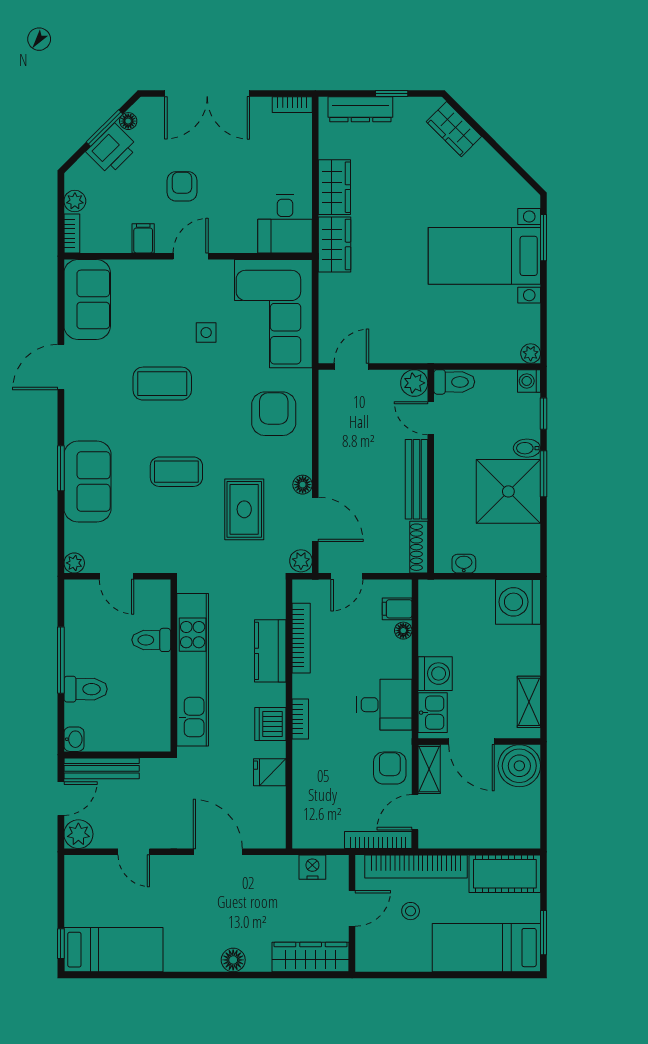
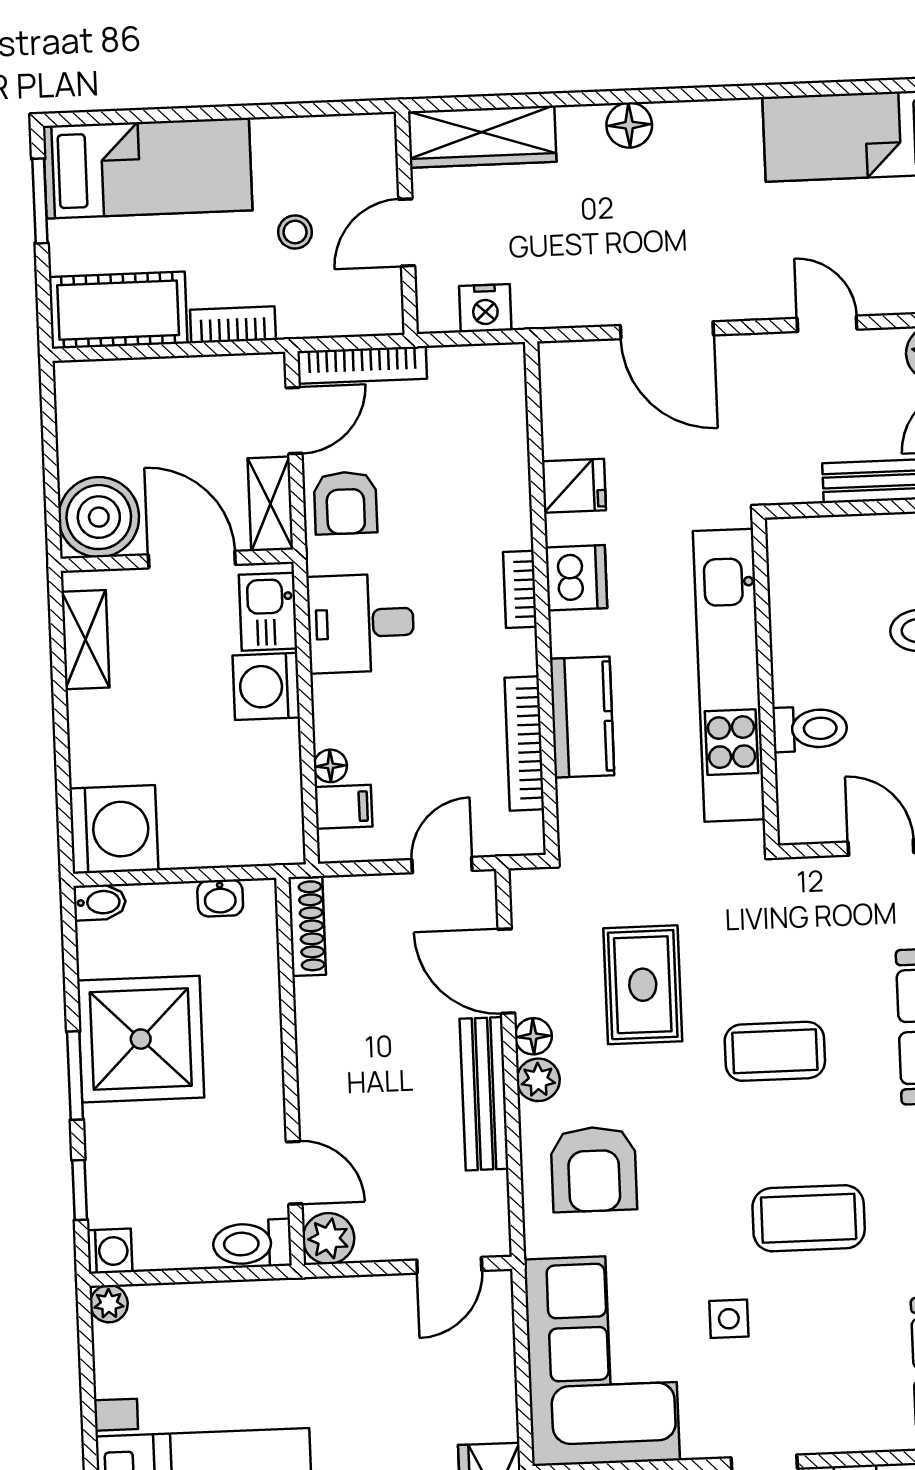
bidet: (527, 448) -> (100, 902), moved
bench: (416, 479) -> (484, 1094), moved
plant: (301, 561) -> (538, 1080), moved
bookcase: (416, 866) -> (233, 325), width x0.43, depth x0.76

